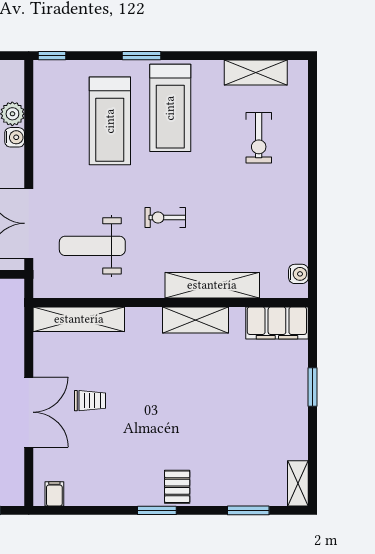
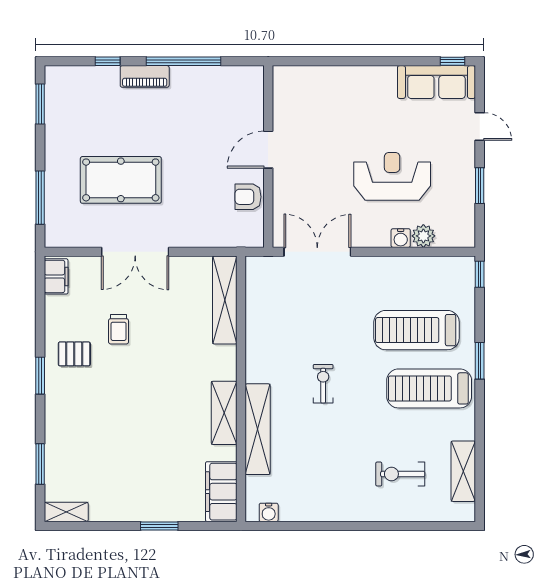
weight bench: (92, 246) -> (296, 313), removed
trolley: (90, 401) -> (119, 329), moved
pallet: (177, 487) -> (74, 354), moved
filing cabinet: (54, 494) -> (56, 276), width x2.00

